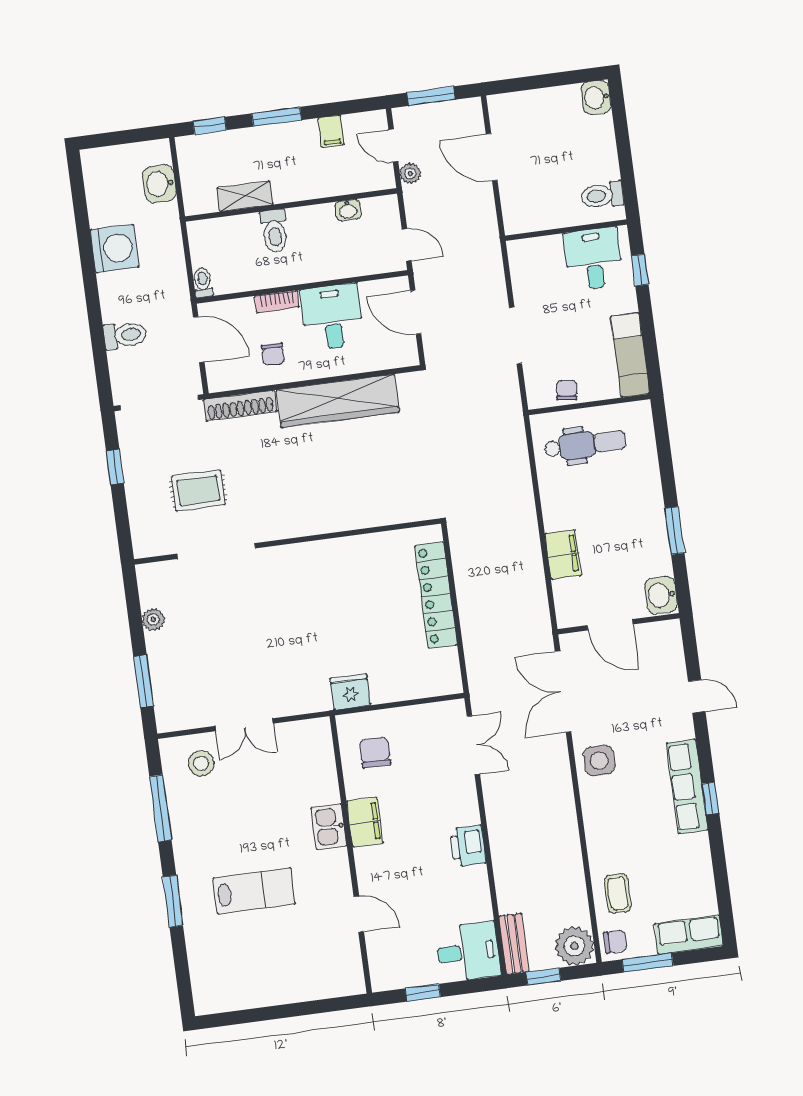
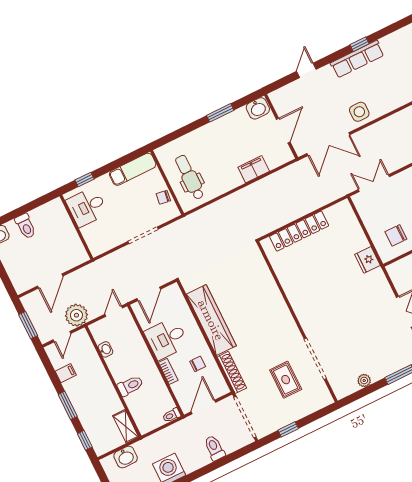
plant: (410, 173) -> (76, 315), width x1.87, depth x1.87
toilet: (602, 195) -> (26, 226), moved
shelving: (245, 196) -> (126, 426), moved

